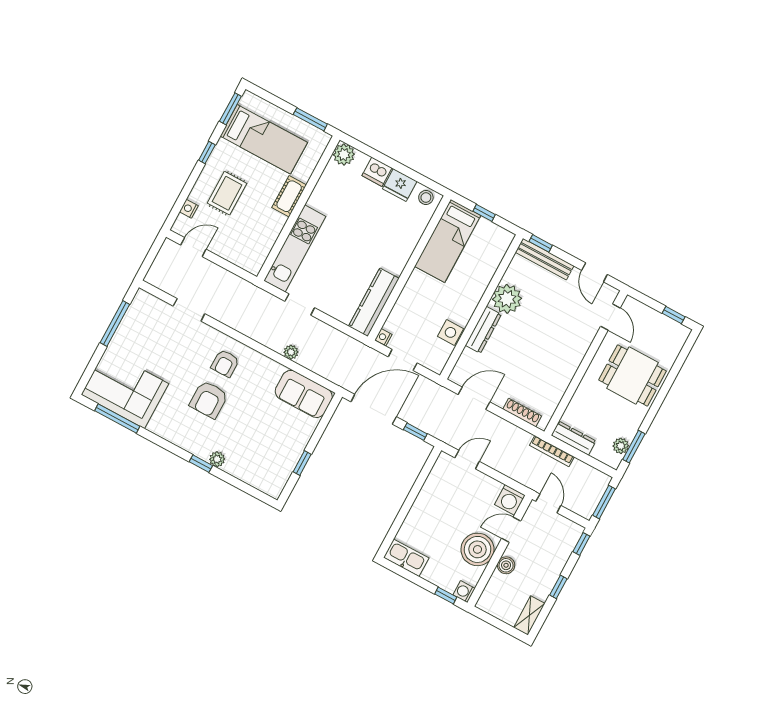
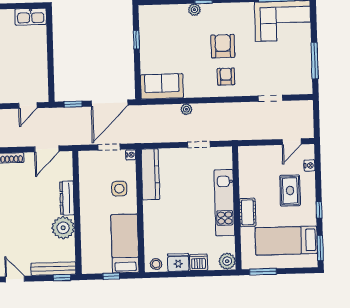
kitchen unit: (295, 248) -> (224, 203), moved
side table: (450, 332) -> (119, 189), moved

